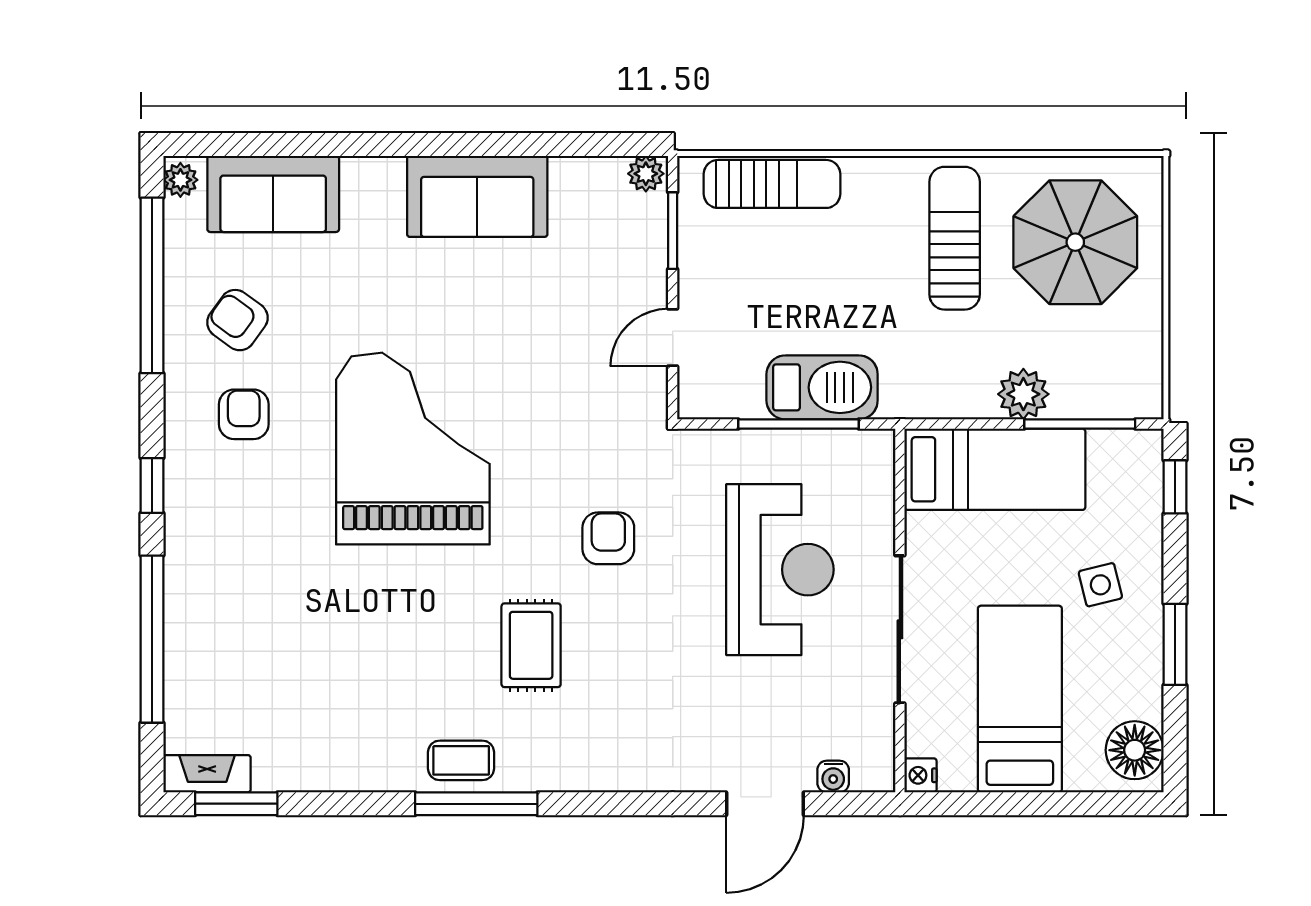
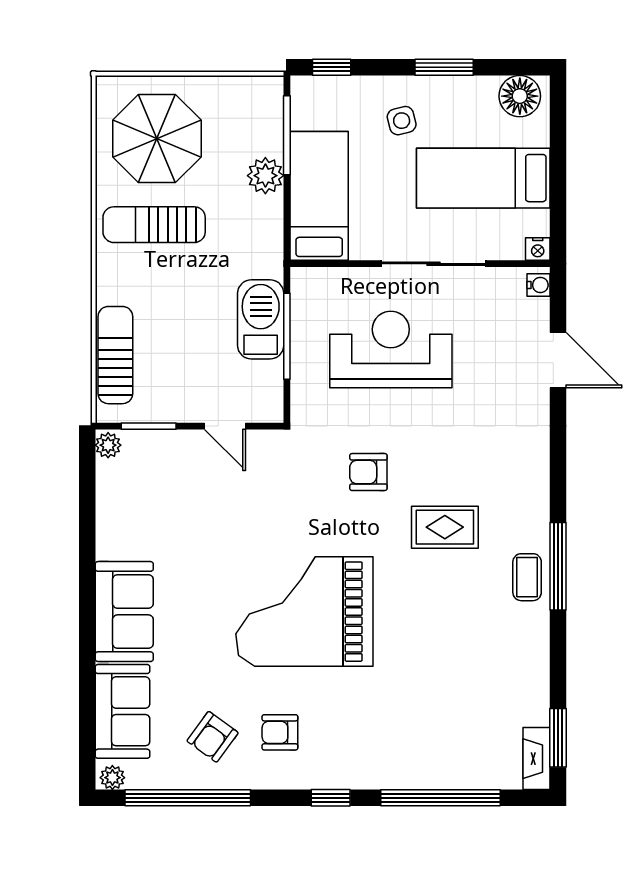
sofa: (477, 196) -> (124, 612), moved
water cooler: (833, 776) -> (539, 285), moved

